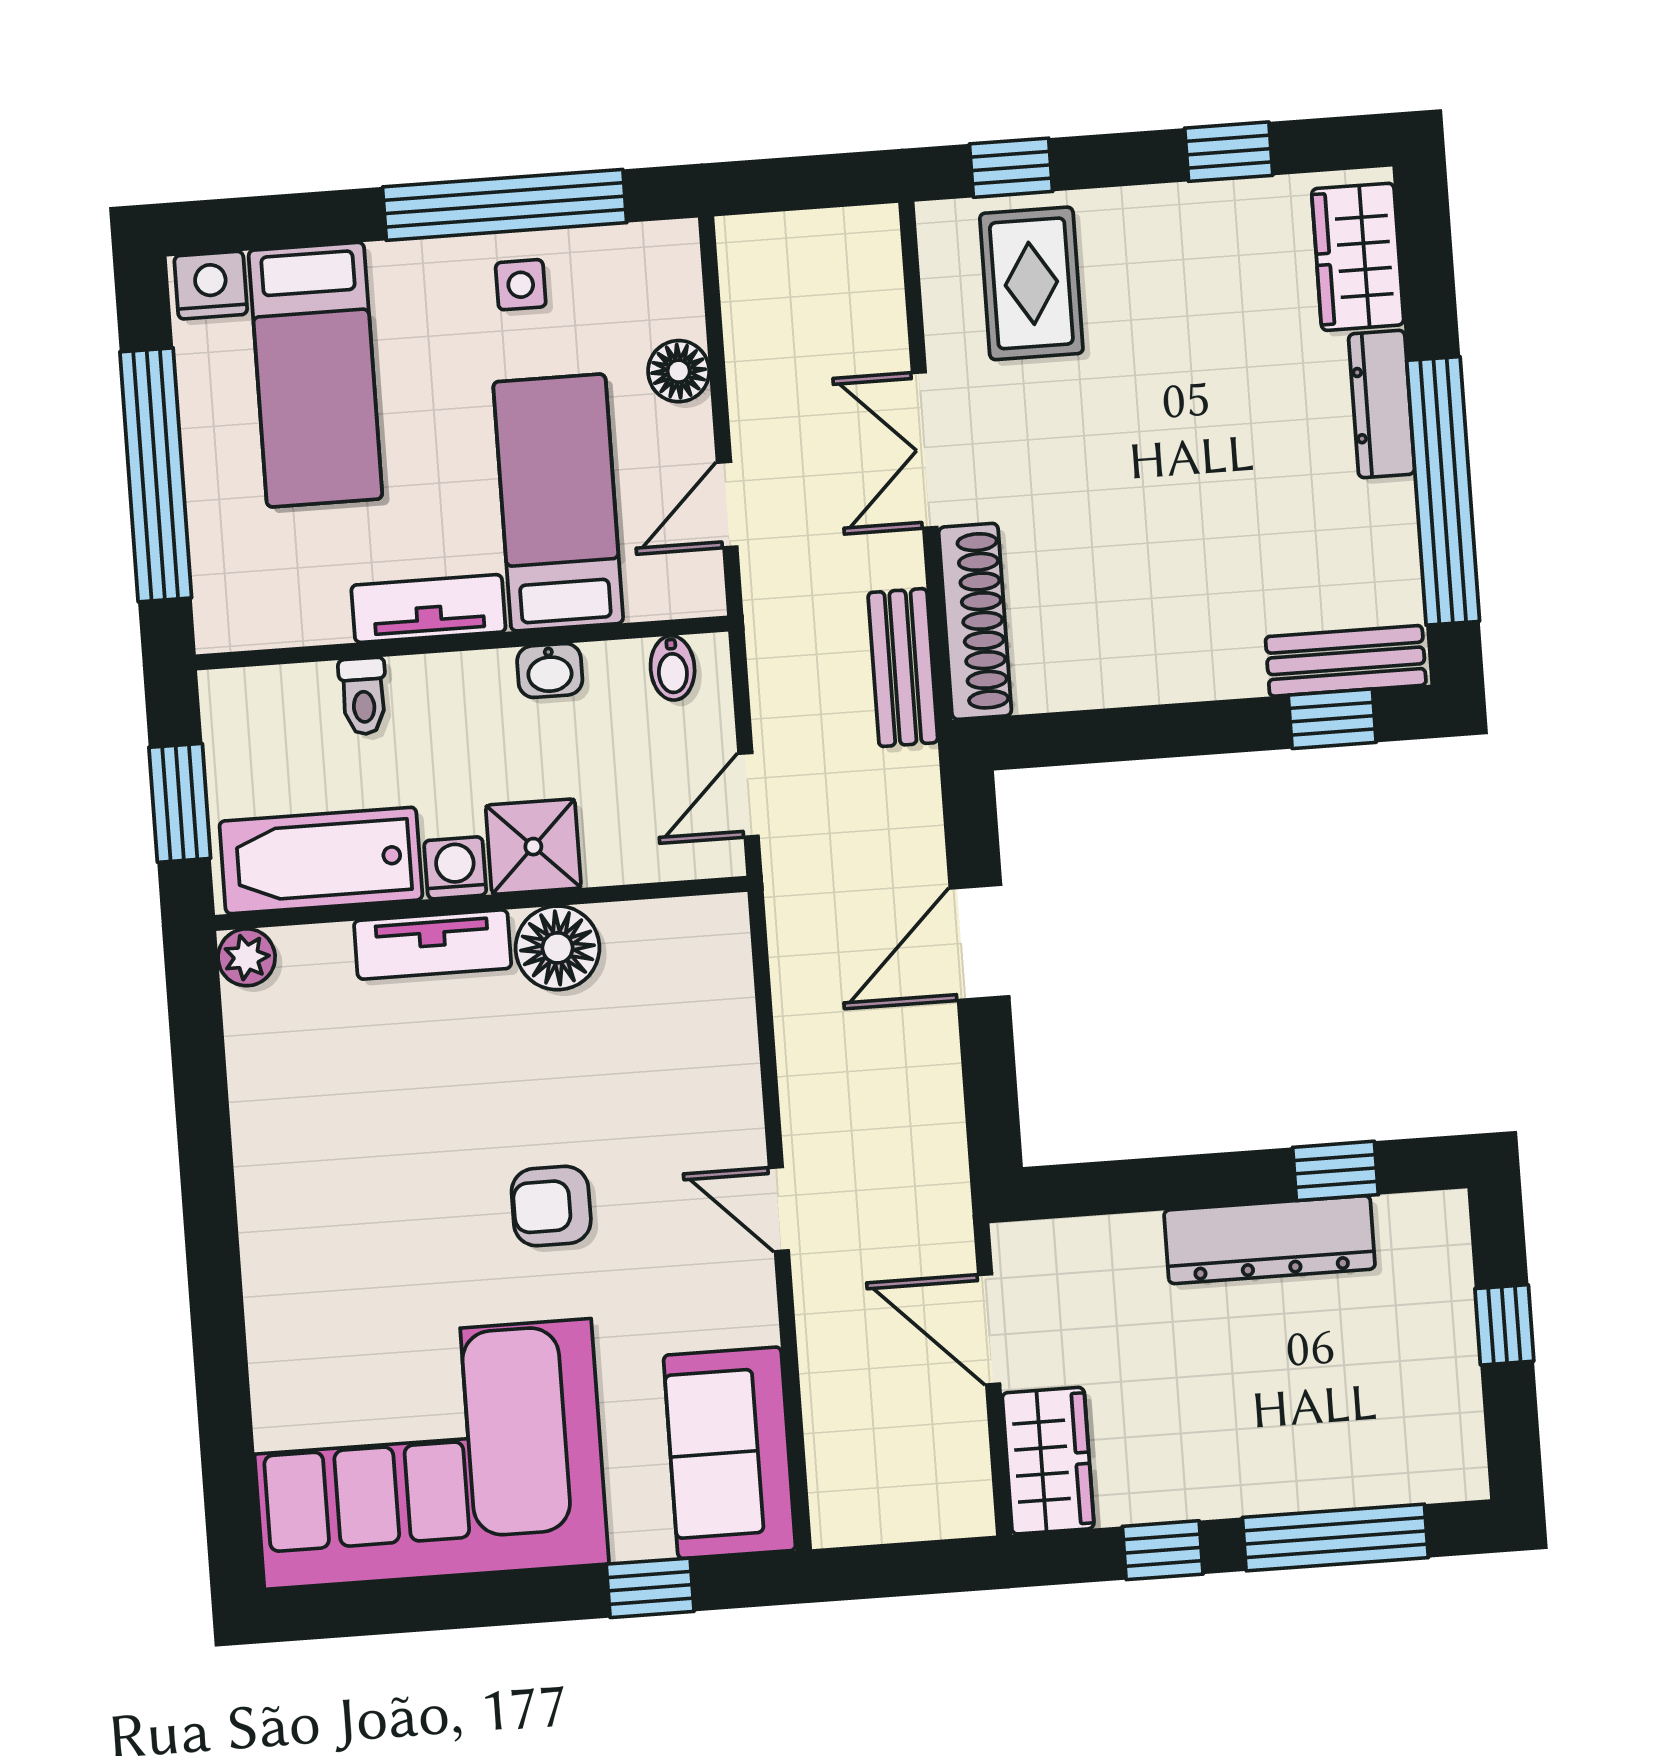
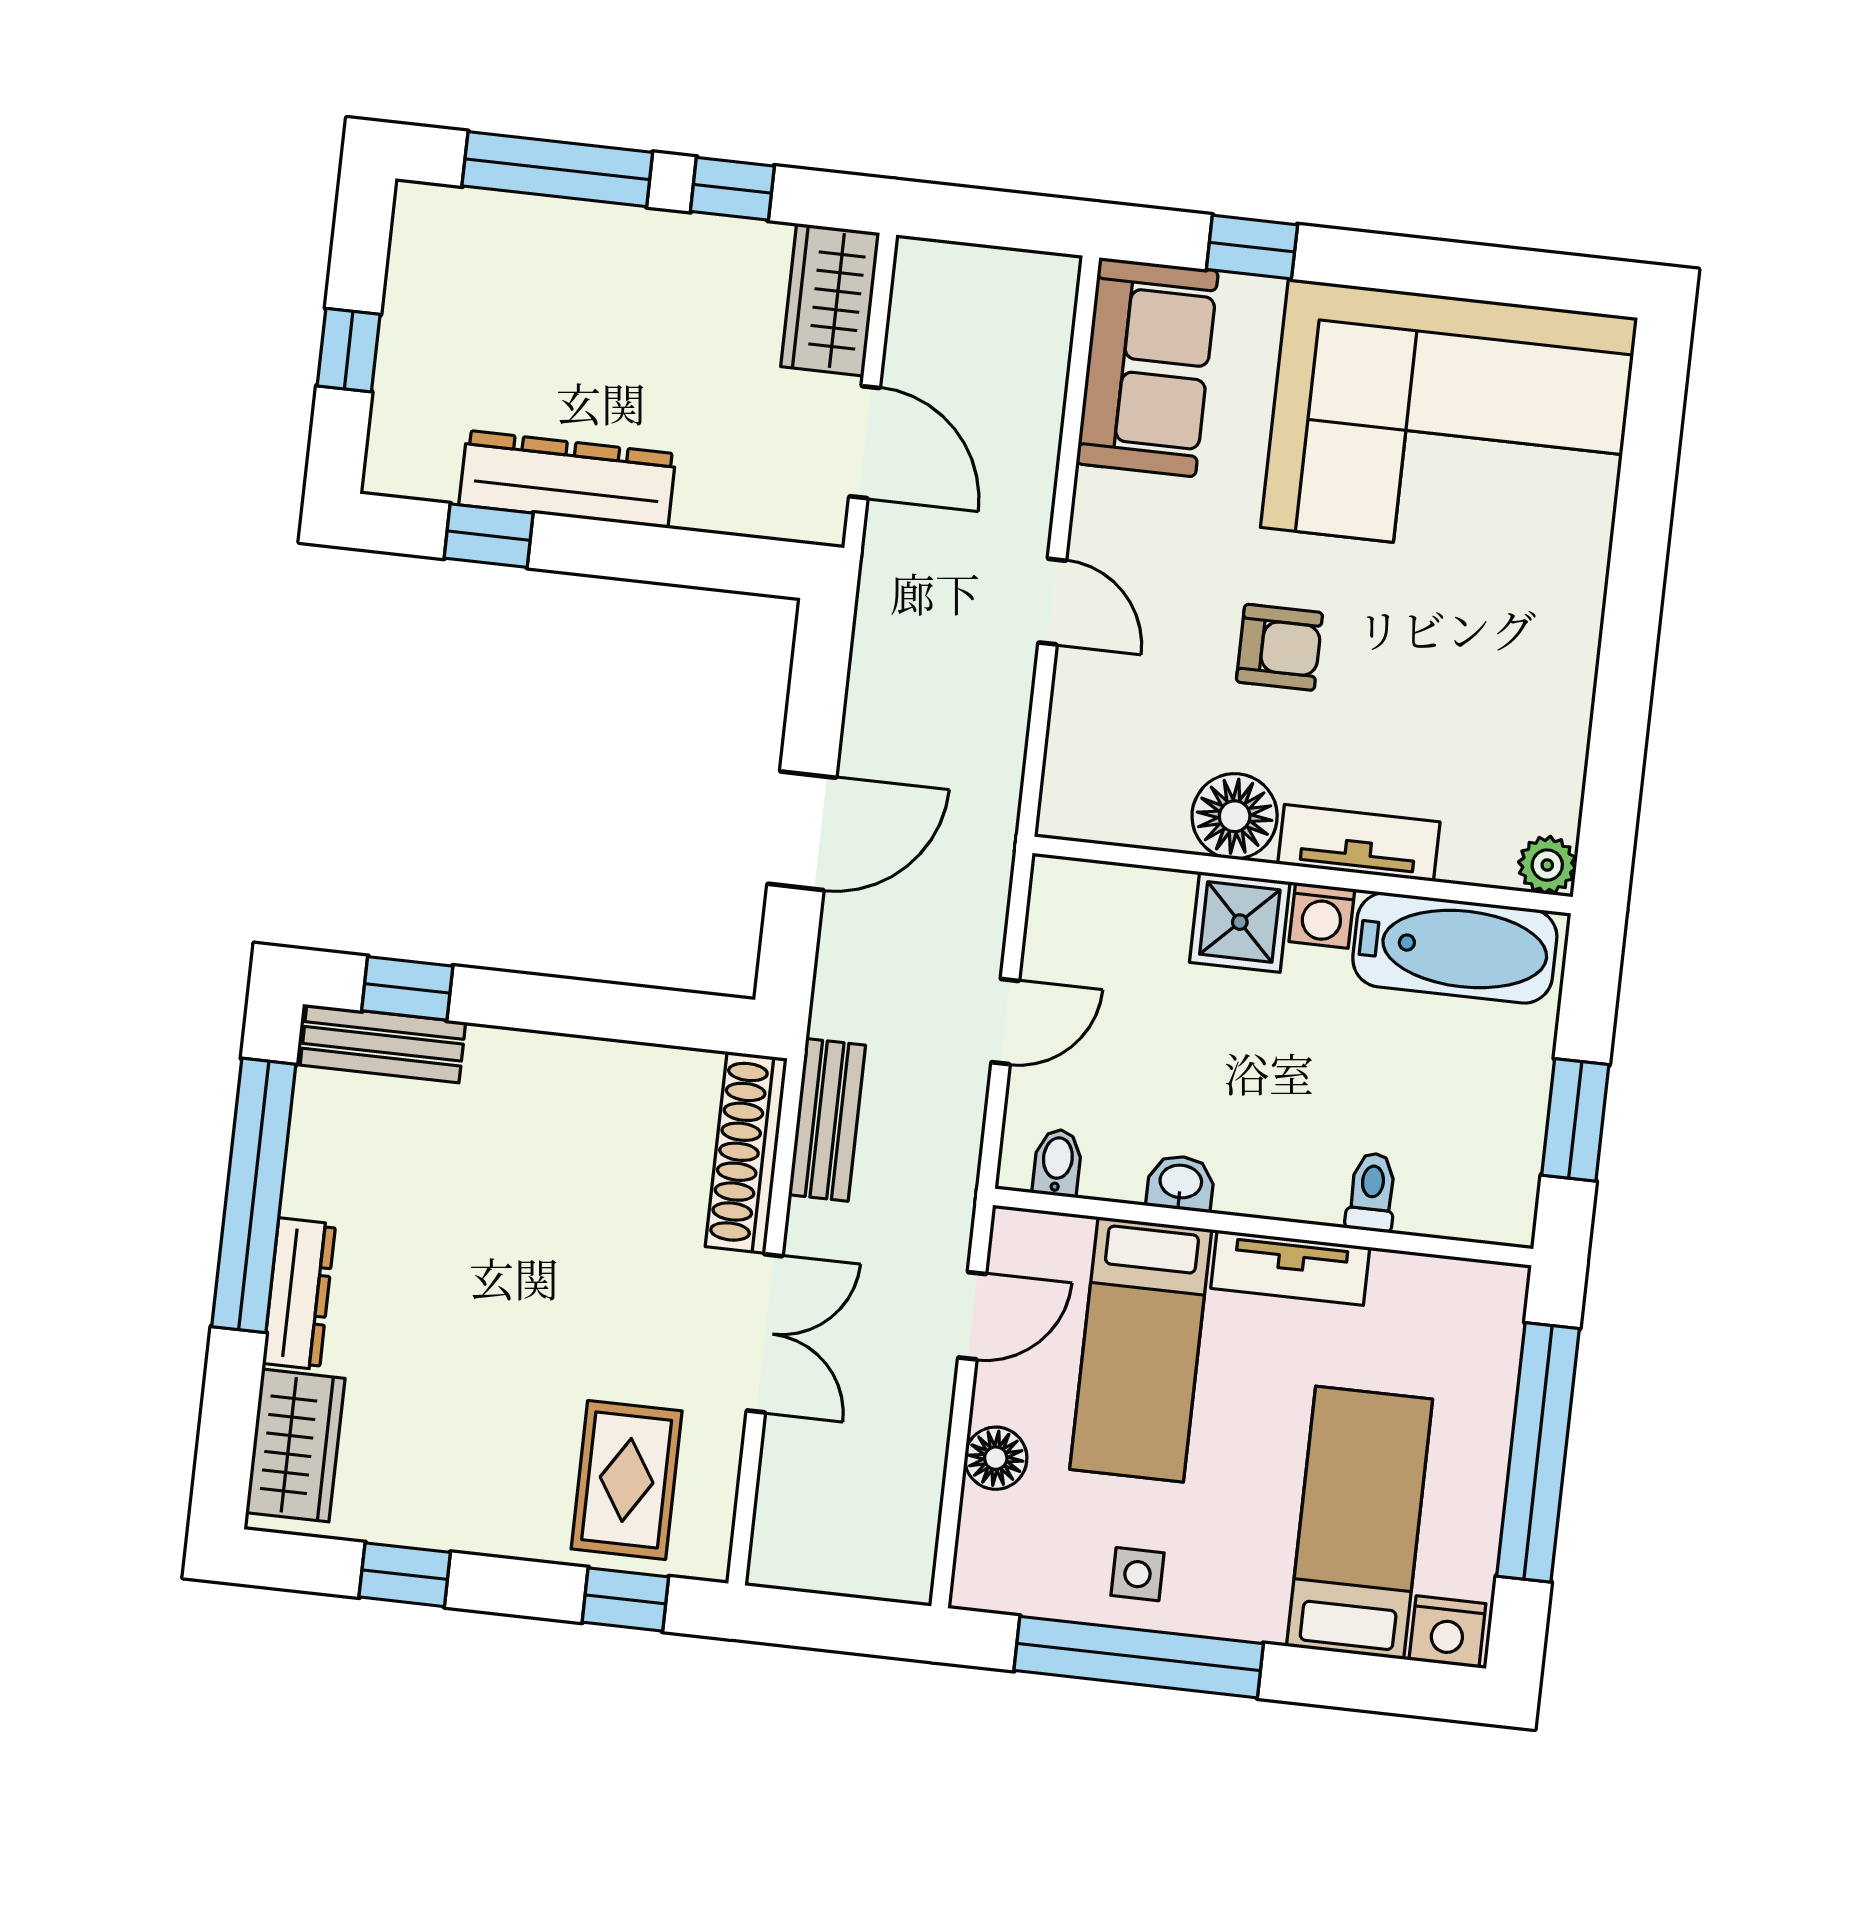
shower: (533, 847) -> (1240, 922), moved
bathtub: (321, 860) -> (1455, 948), moved
washing machine: (455, 868) -> (1322, 915), moved
wall: (481, 903) -> (1303, 875), moved
tv unit: (433, 945) -> (1359, 843), moved
floor lamp: (558, 948) -> (1235, 816), moved
plant: (247, 957) -> (1547, 865), moved

